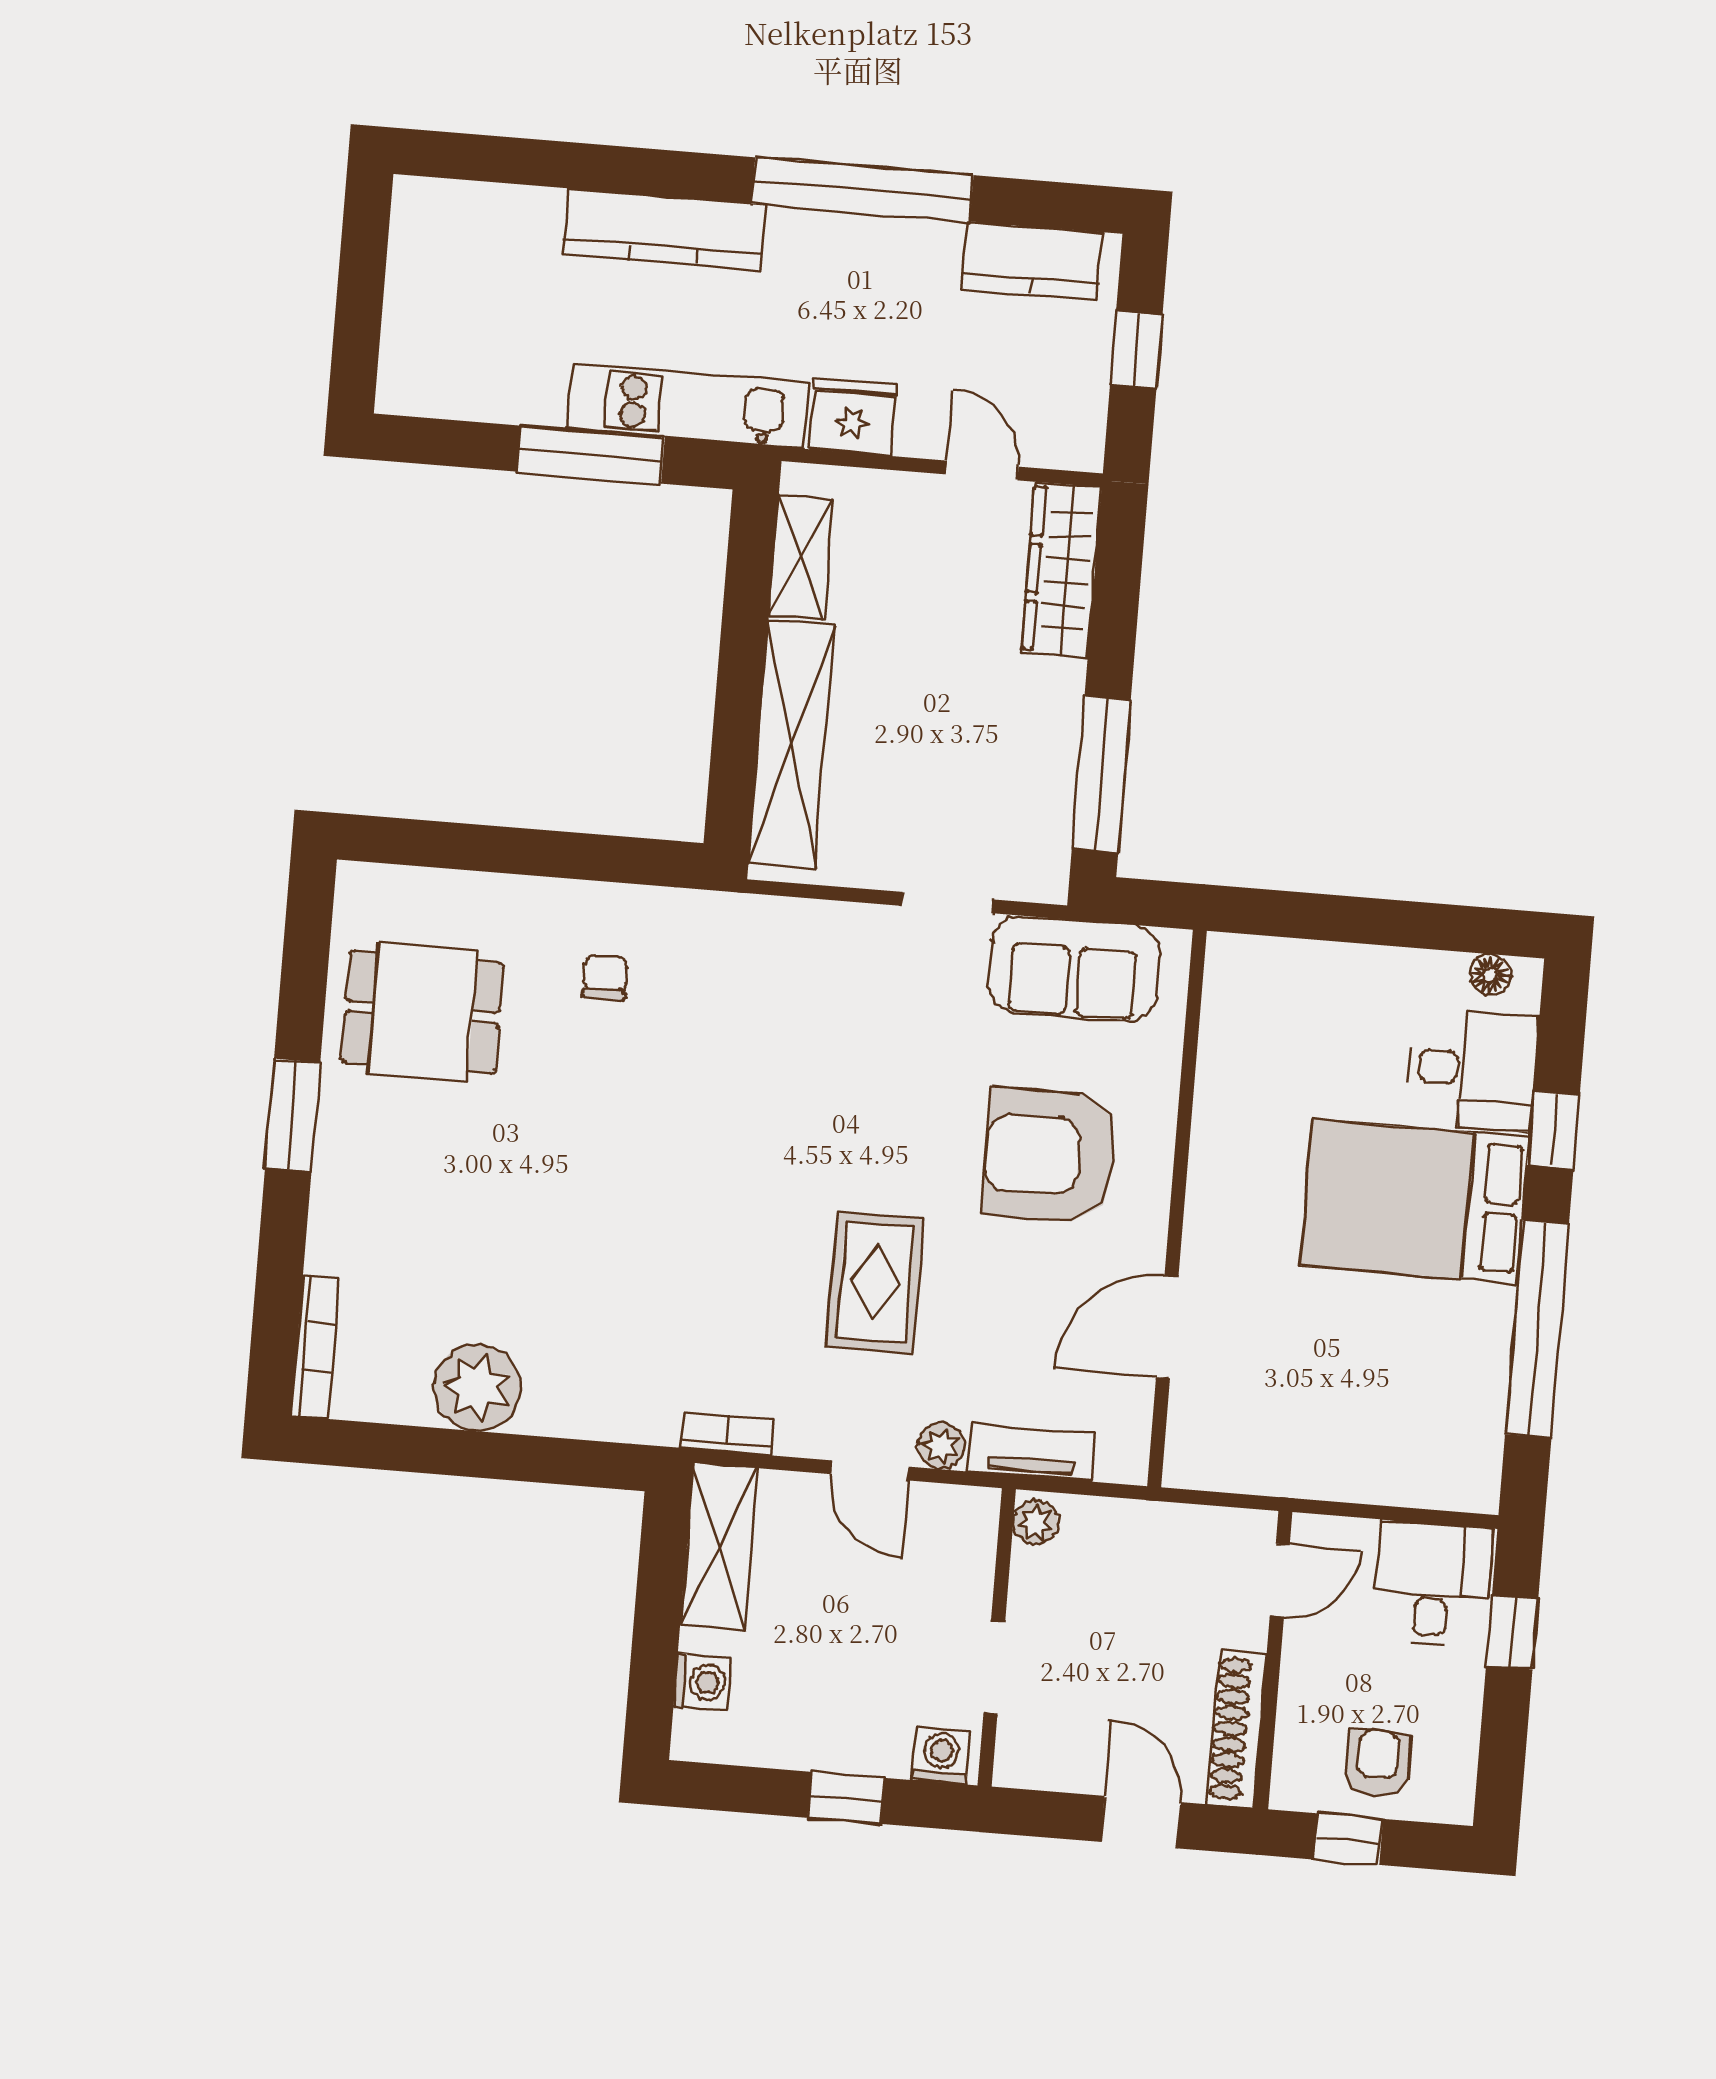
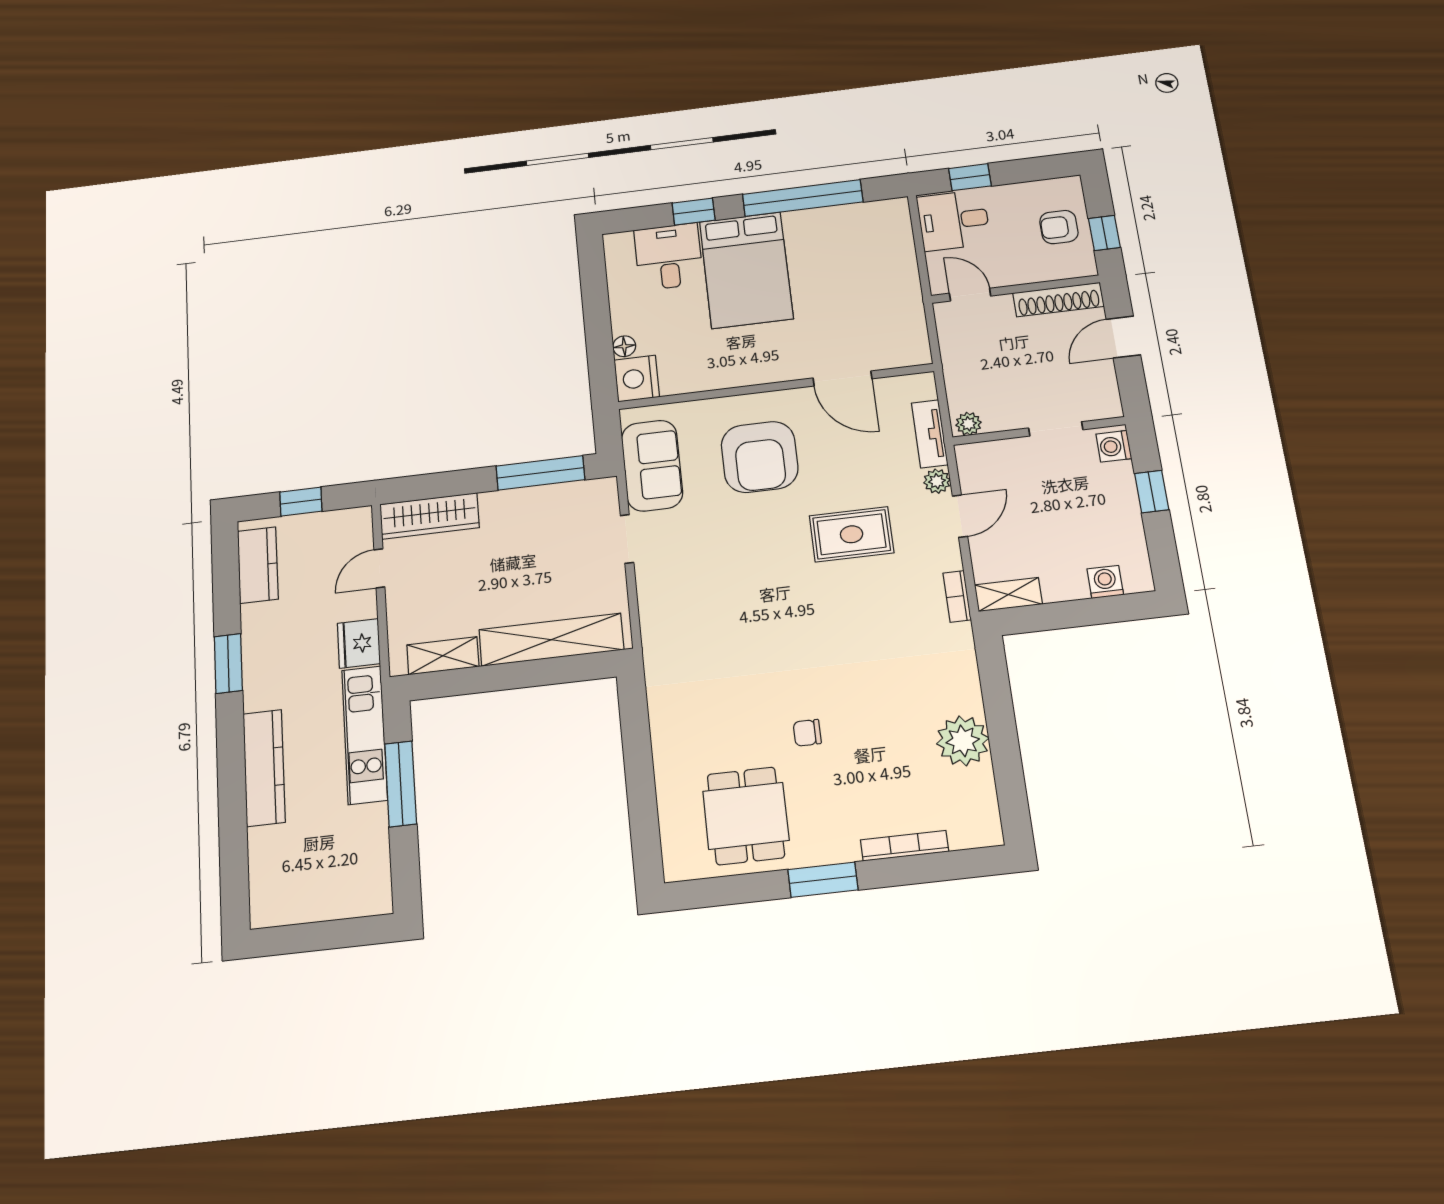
window: (863, 189) -> (228, 663), width x0.47
nightstand: (1245, 971) -> (637, 379), added
floor lamp: (1490, 975) -> (624, 346), moved
chair: (605, 977) -> (807, 733), moved
bookcase: (315, 1347) -> (905, 846), moved
shelving: (719, 1546) -> (1008, 595), width x0.67, depth x0.75

